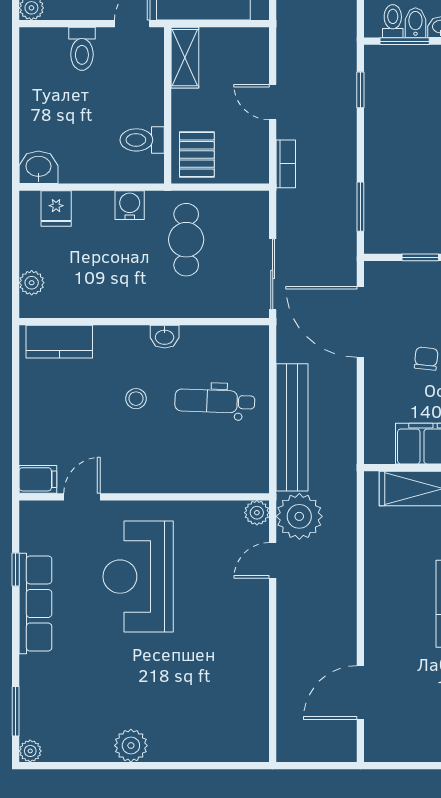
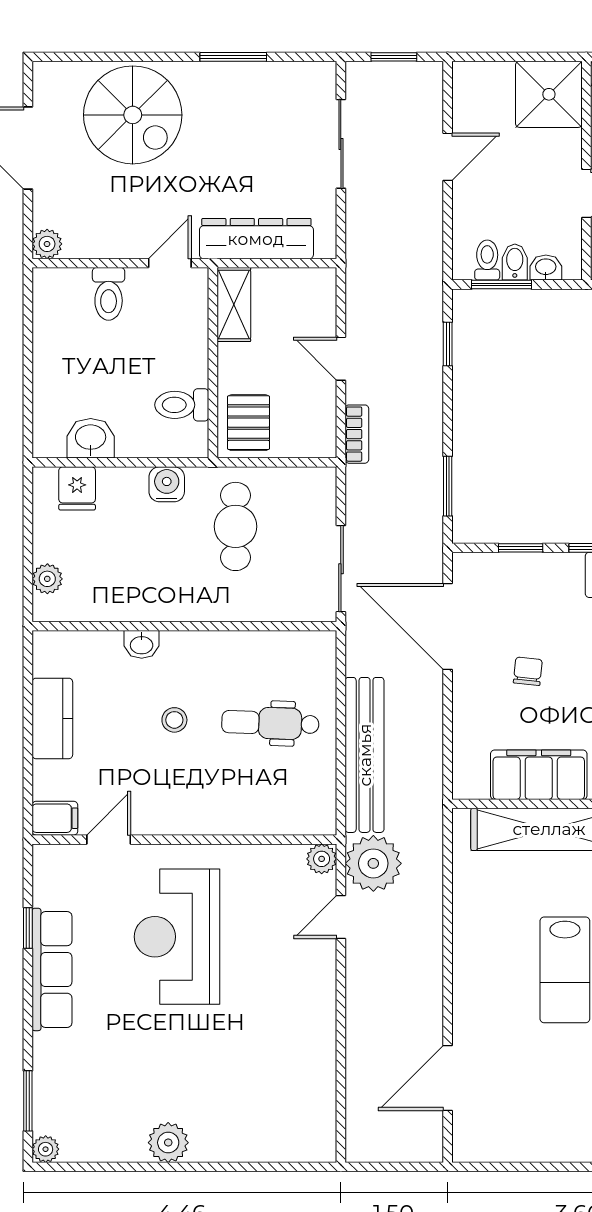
washbasin: (38, 167) -> (91, 438), moved
washbasin: (165, 337) -> (142, 644), moved
kitchen counter: (59, 342) -> (52, 718), moved, turned -90

